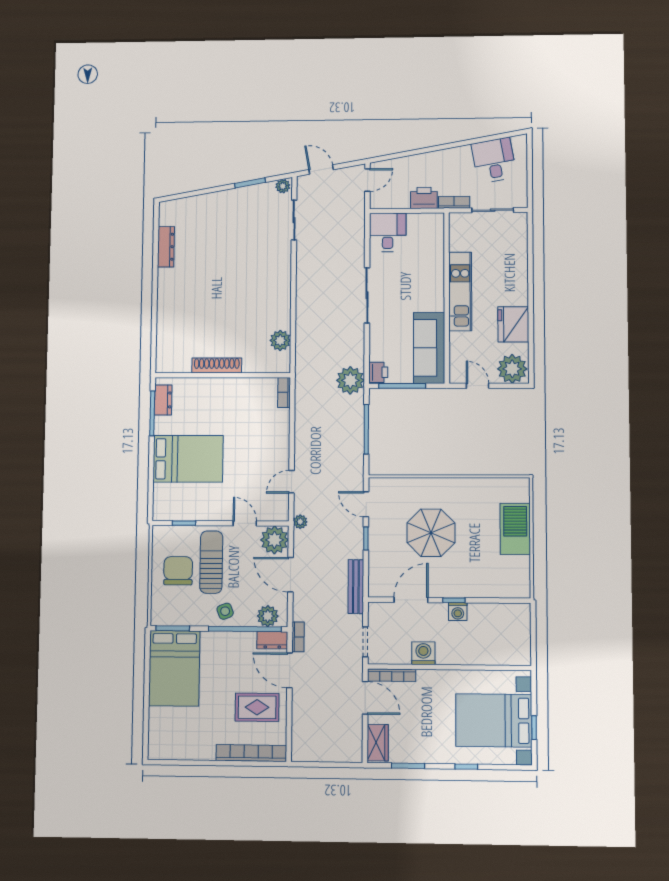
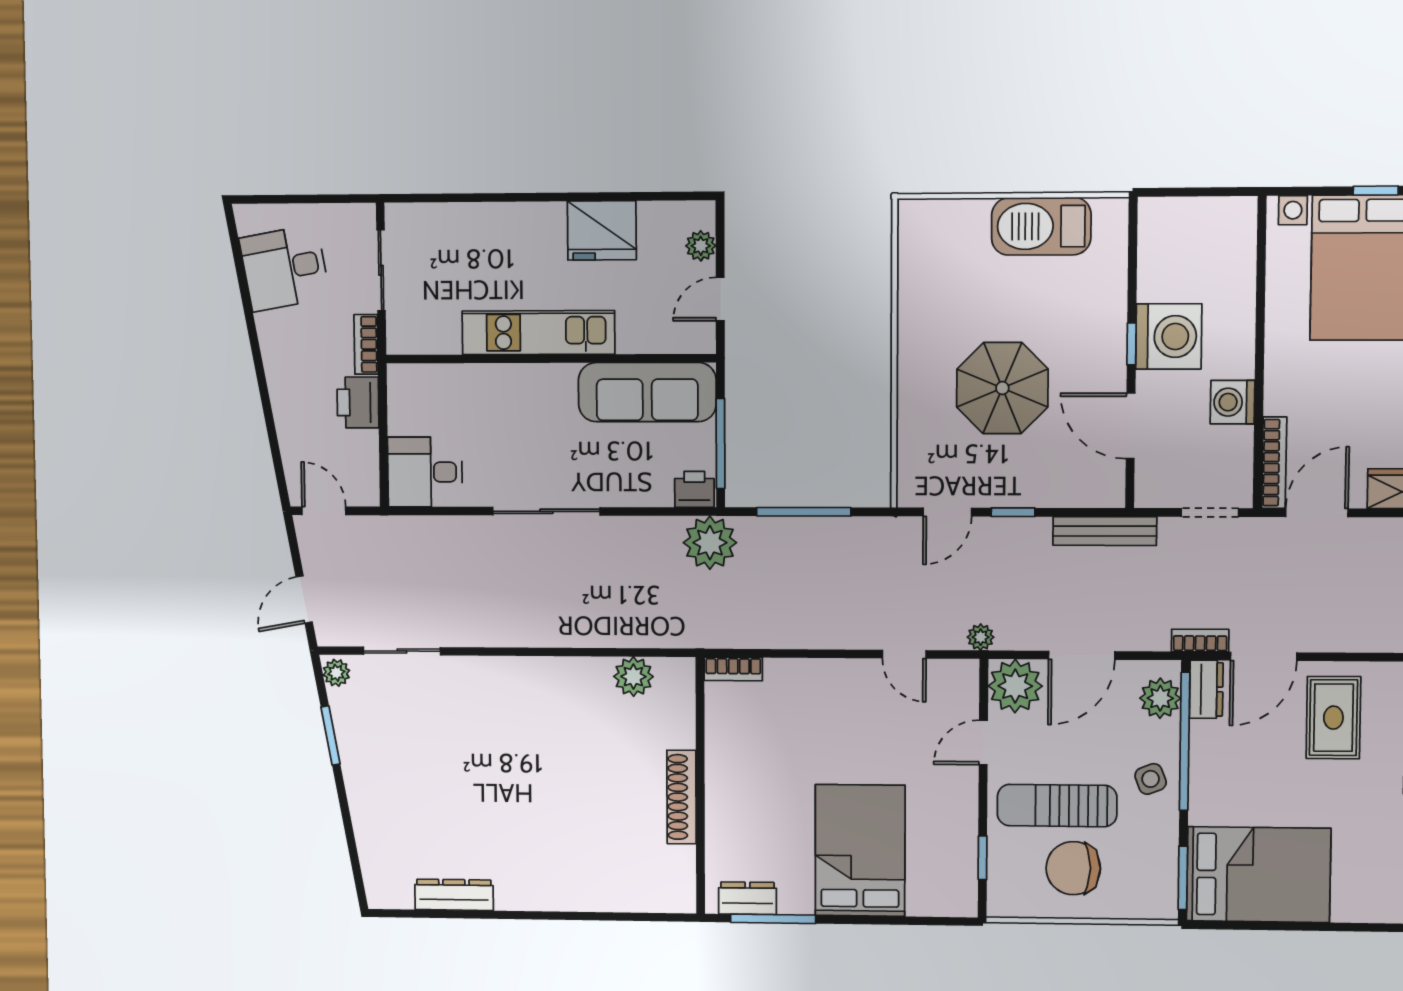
plant: (512, 369) -> (701, 246), width x0.53, depth x0.53
barbecue: (515, 529) -> (1041, 226), moved
washing machine: (458, 612) -> (1169, 337), width x1.89, depth x1.89

